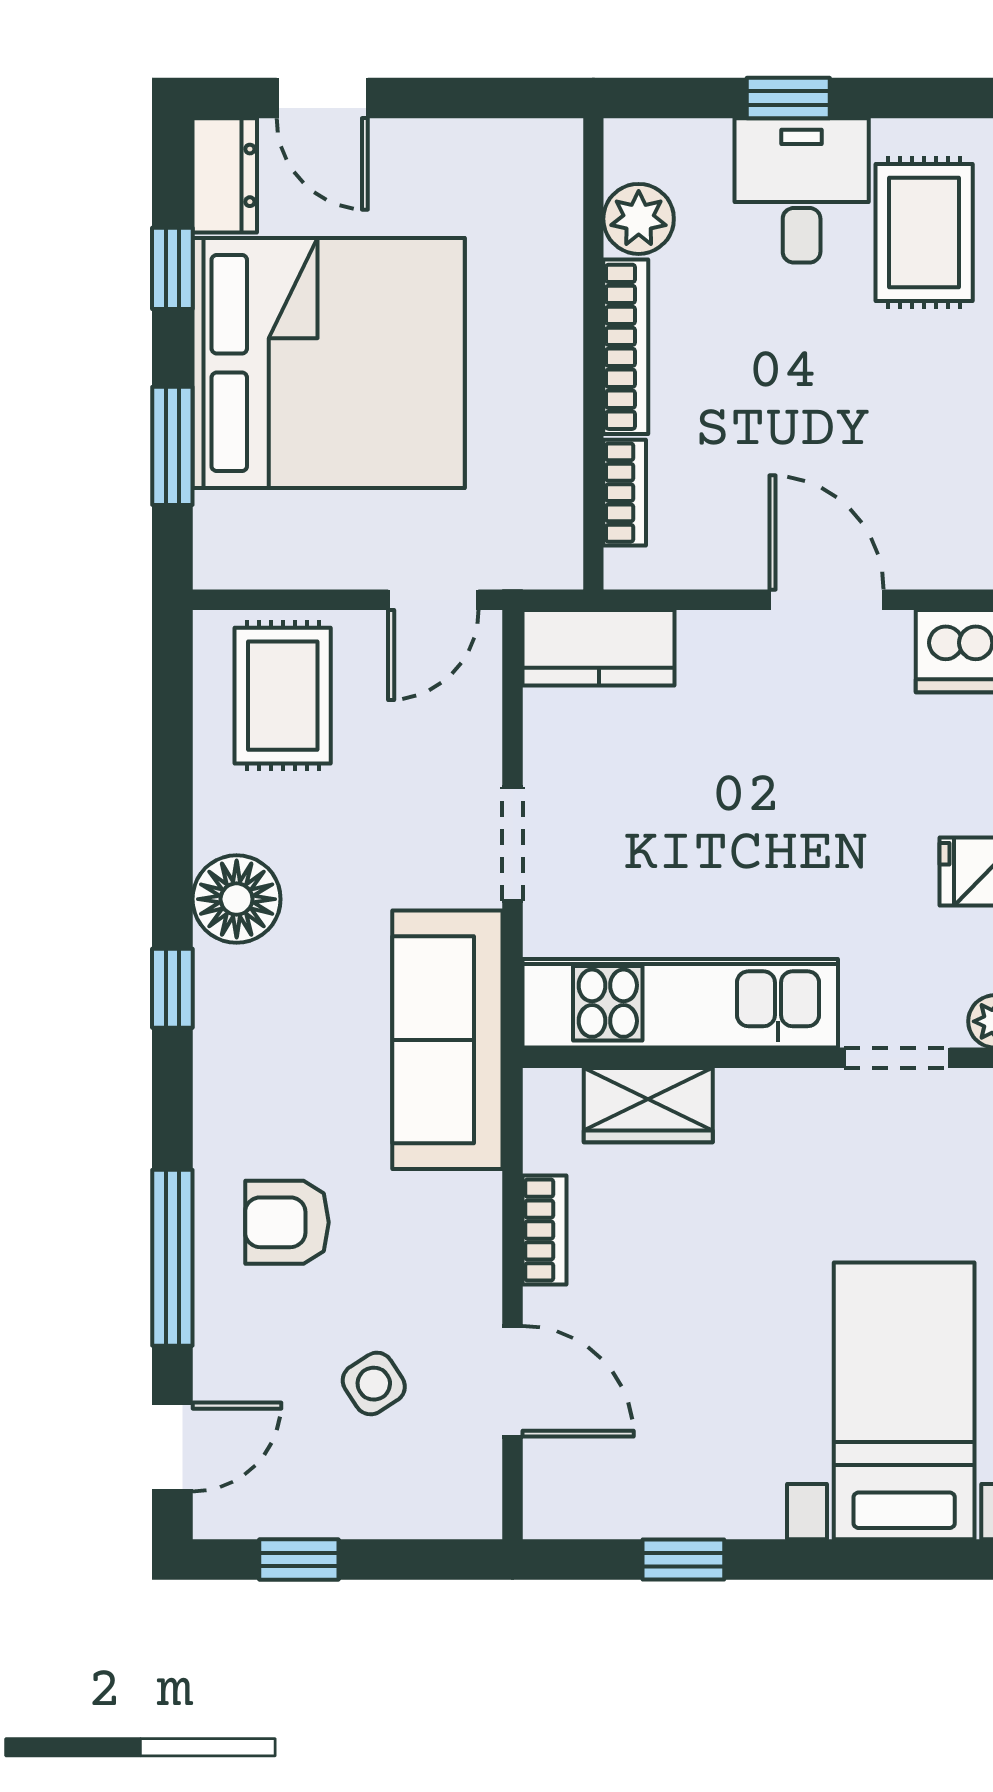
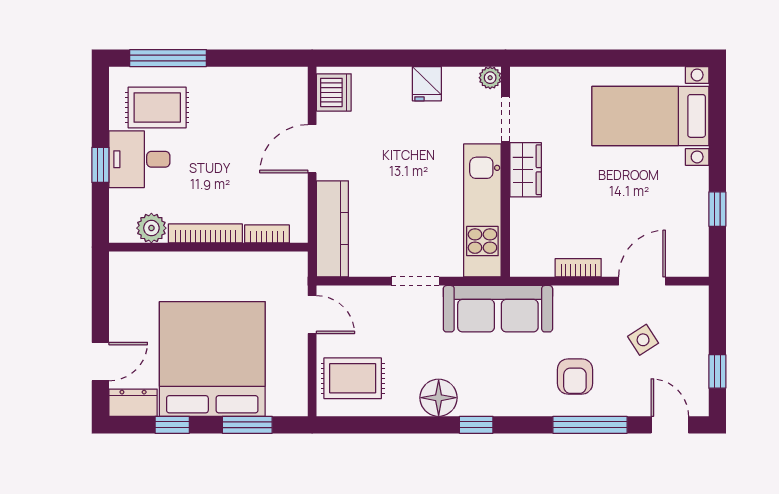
kitchen counter: (599, 648) -> (332, 229), width x1.50
wardrobe: (648, 1105) -> (526, 170), moved

